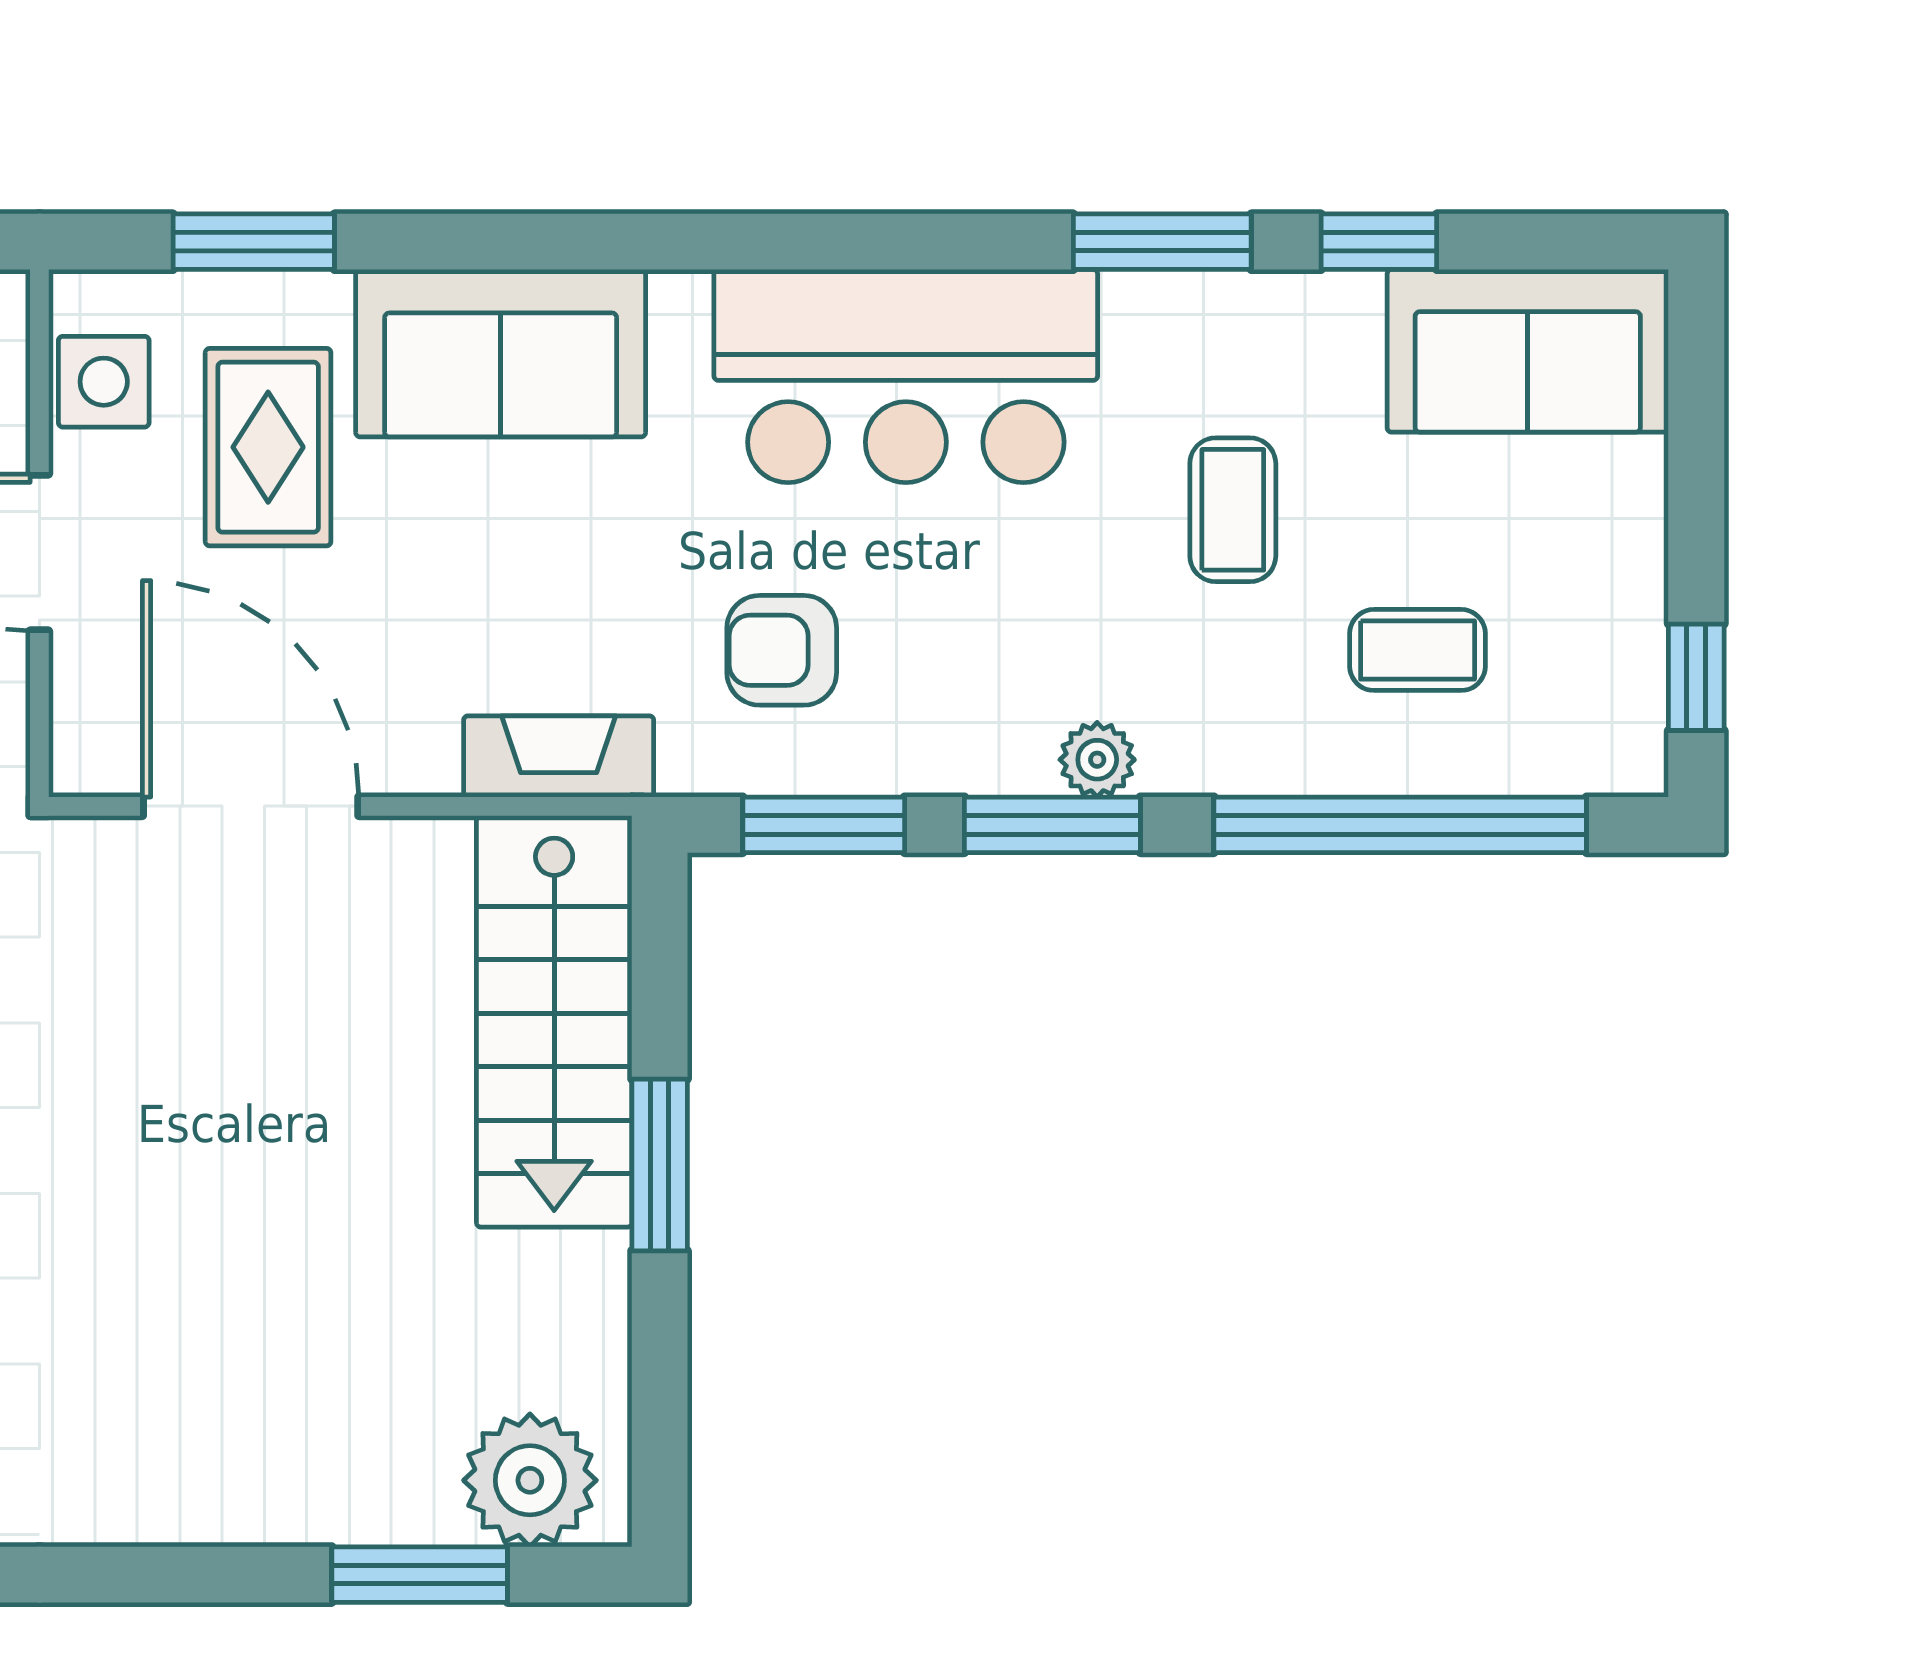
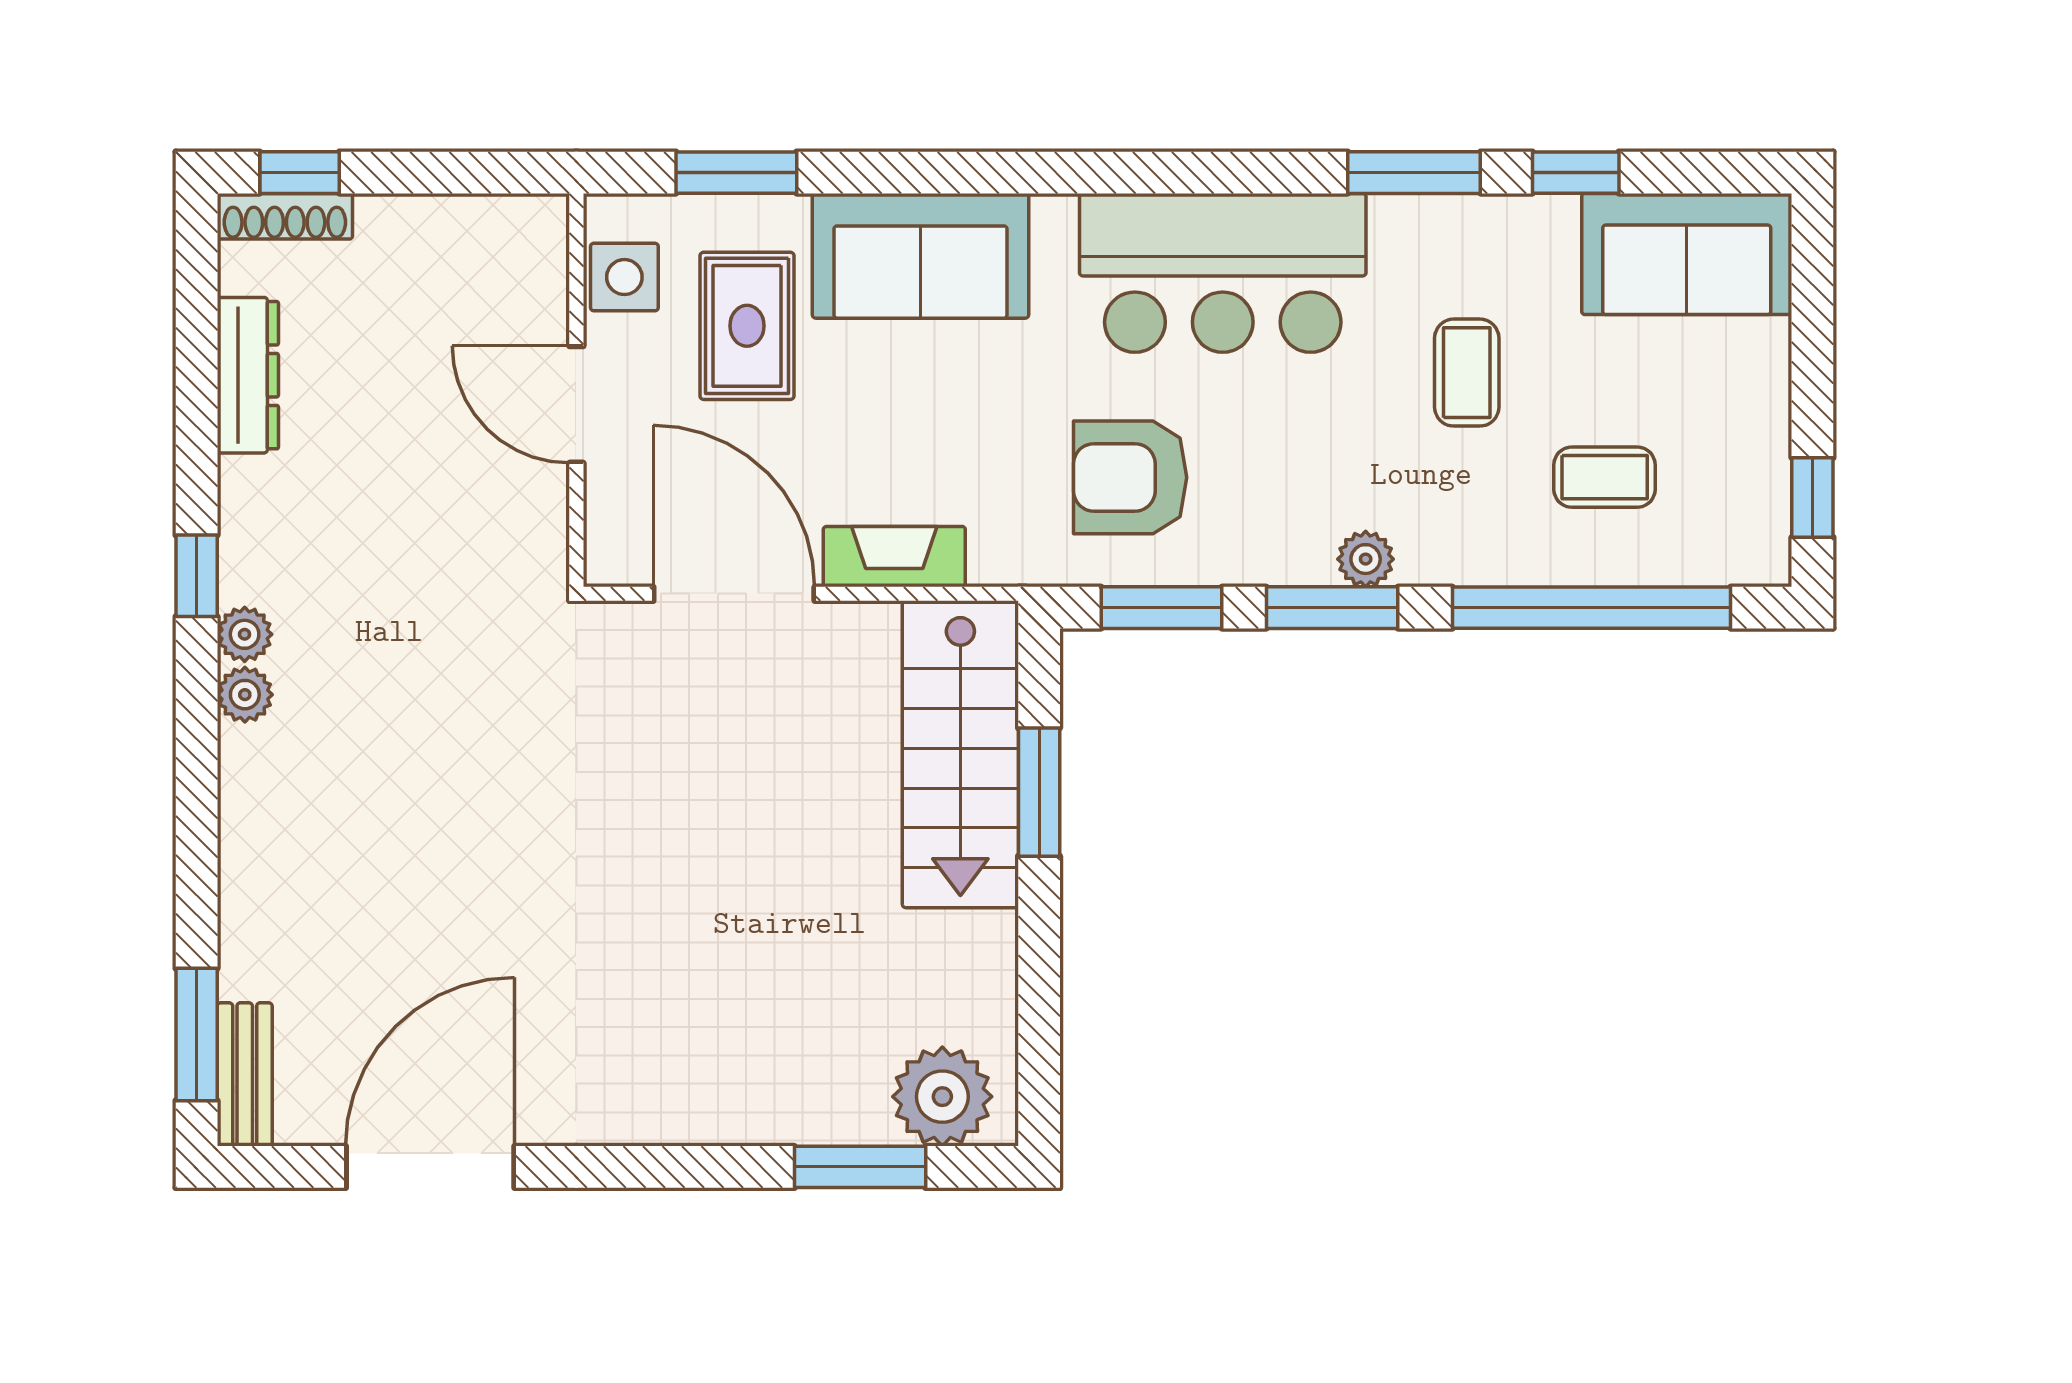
armchair: (782, 650) -> (1130, 477), width x1.38, depth x1.38
fireplace: (559, 756) -> (894, 557), moved
window: (660, 1165) -> (1039, 792), moved

